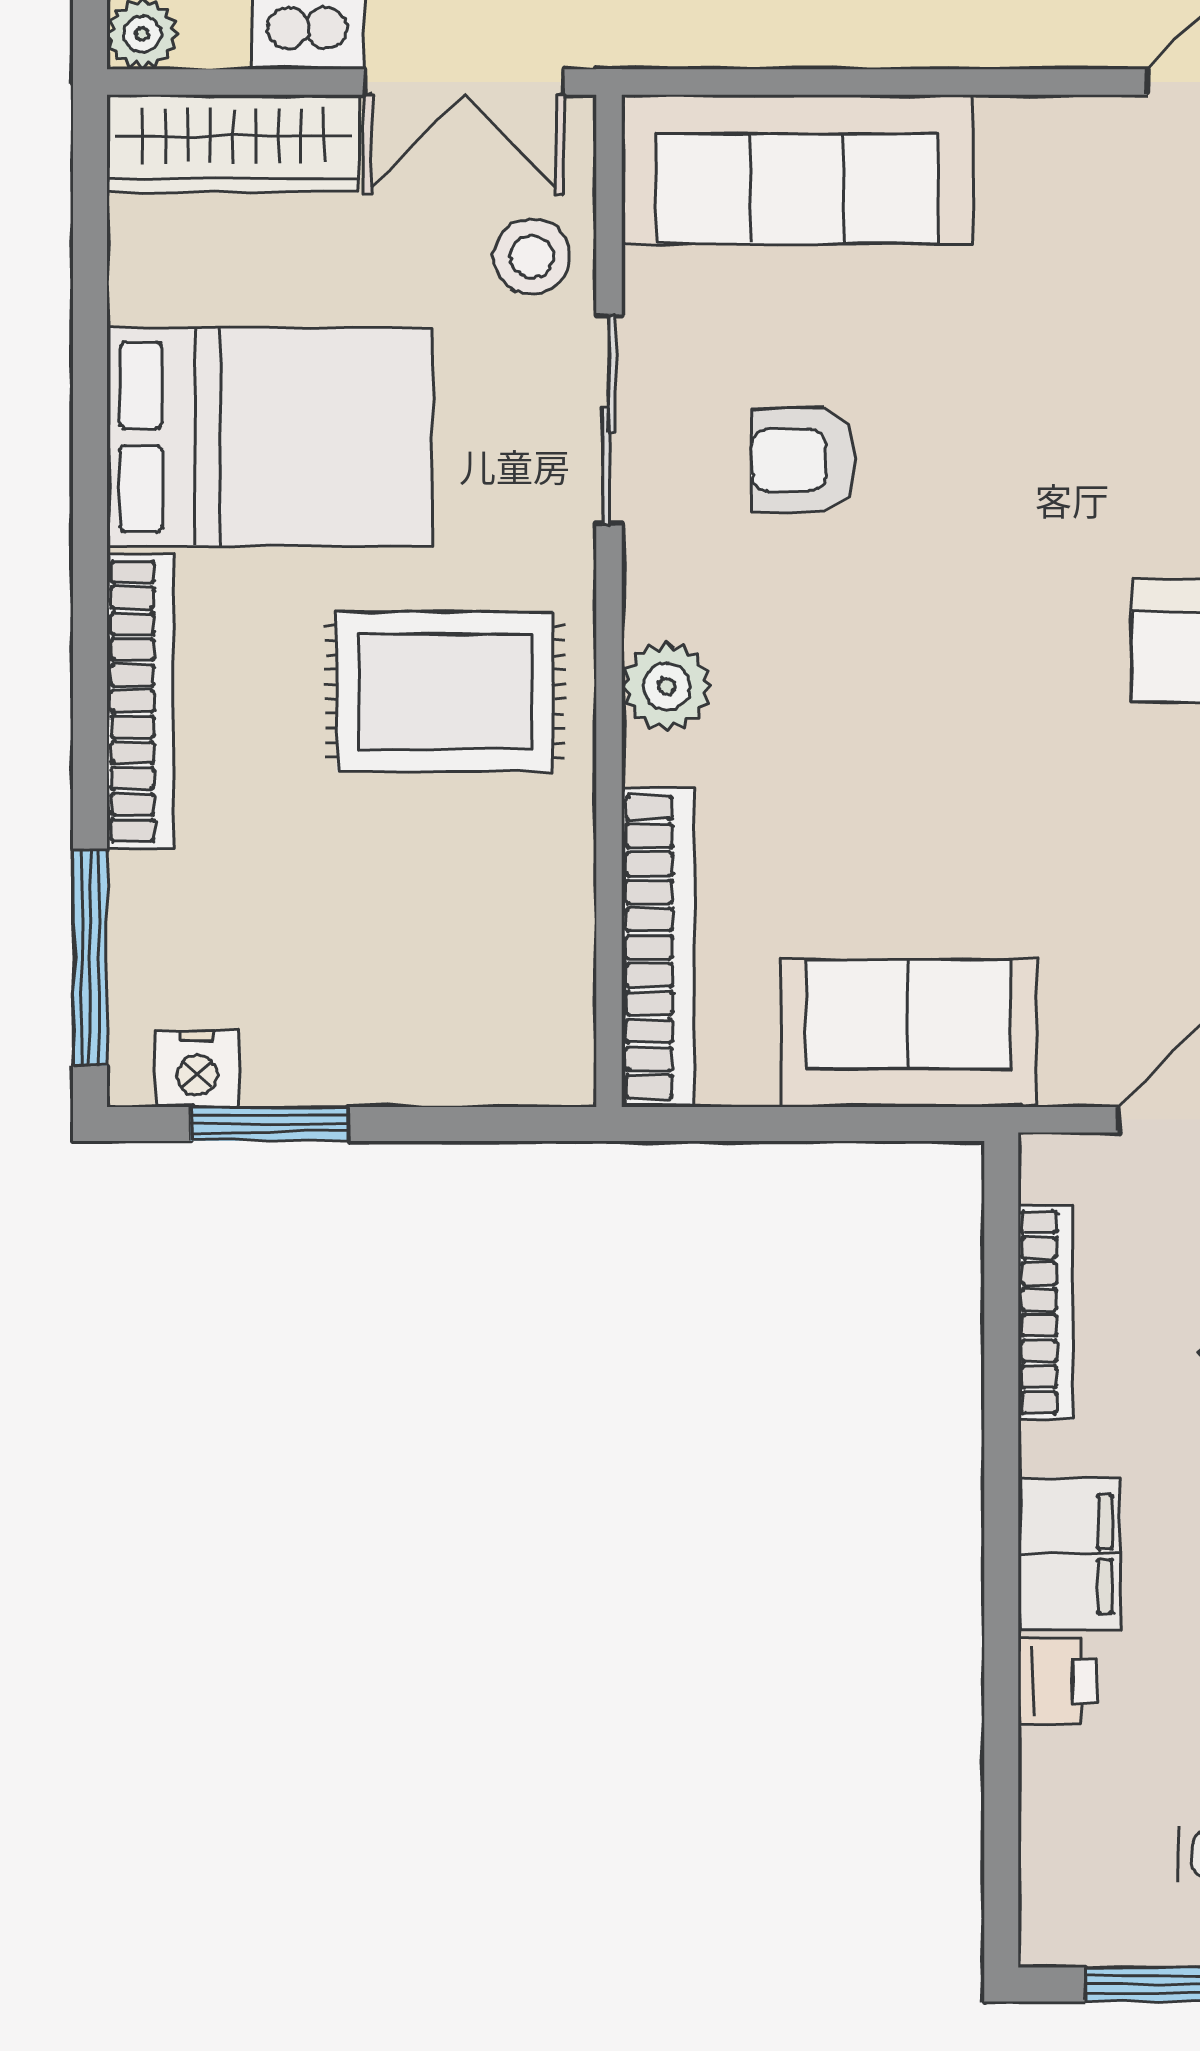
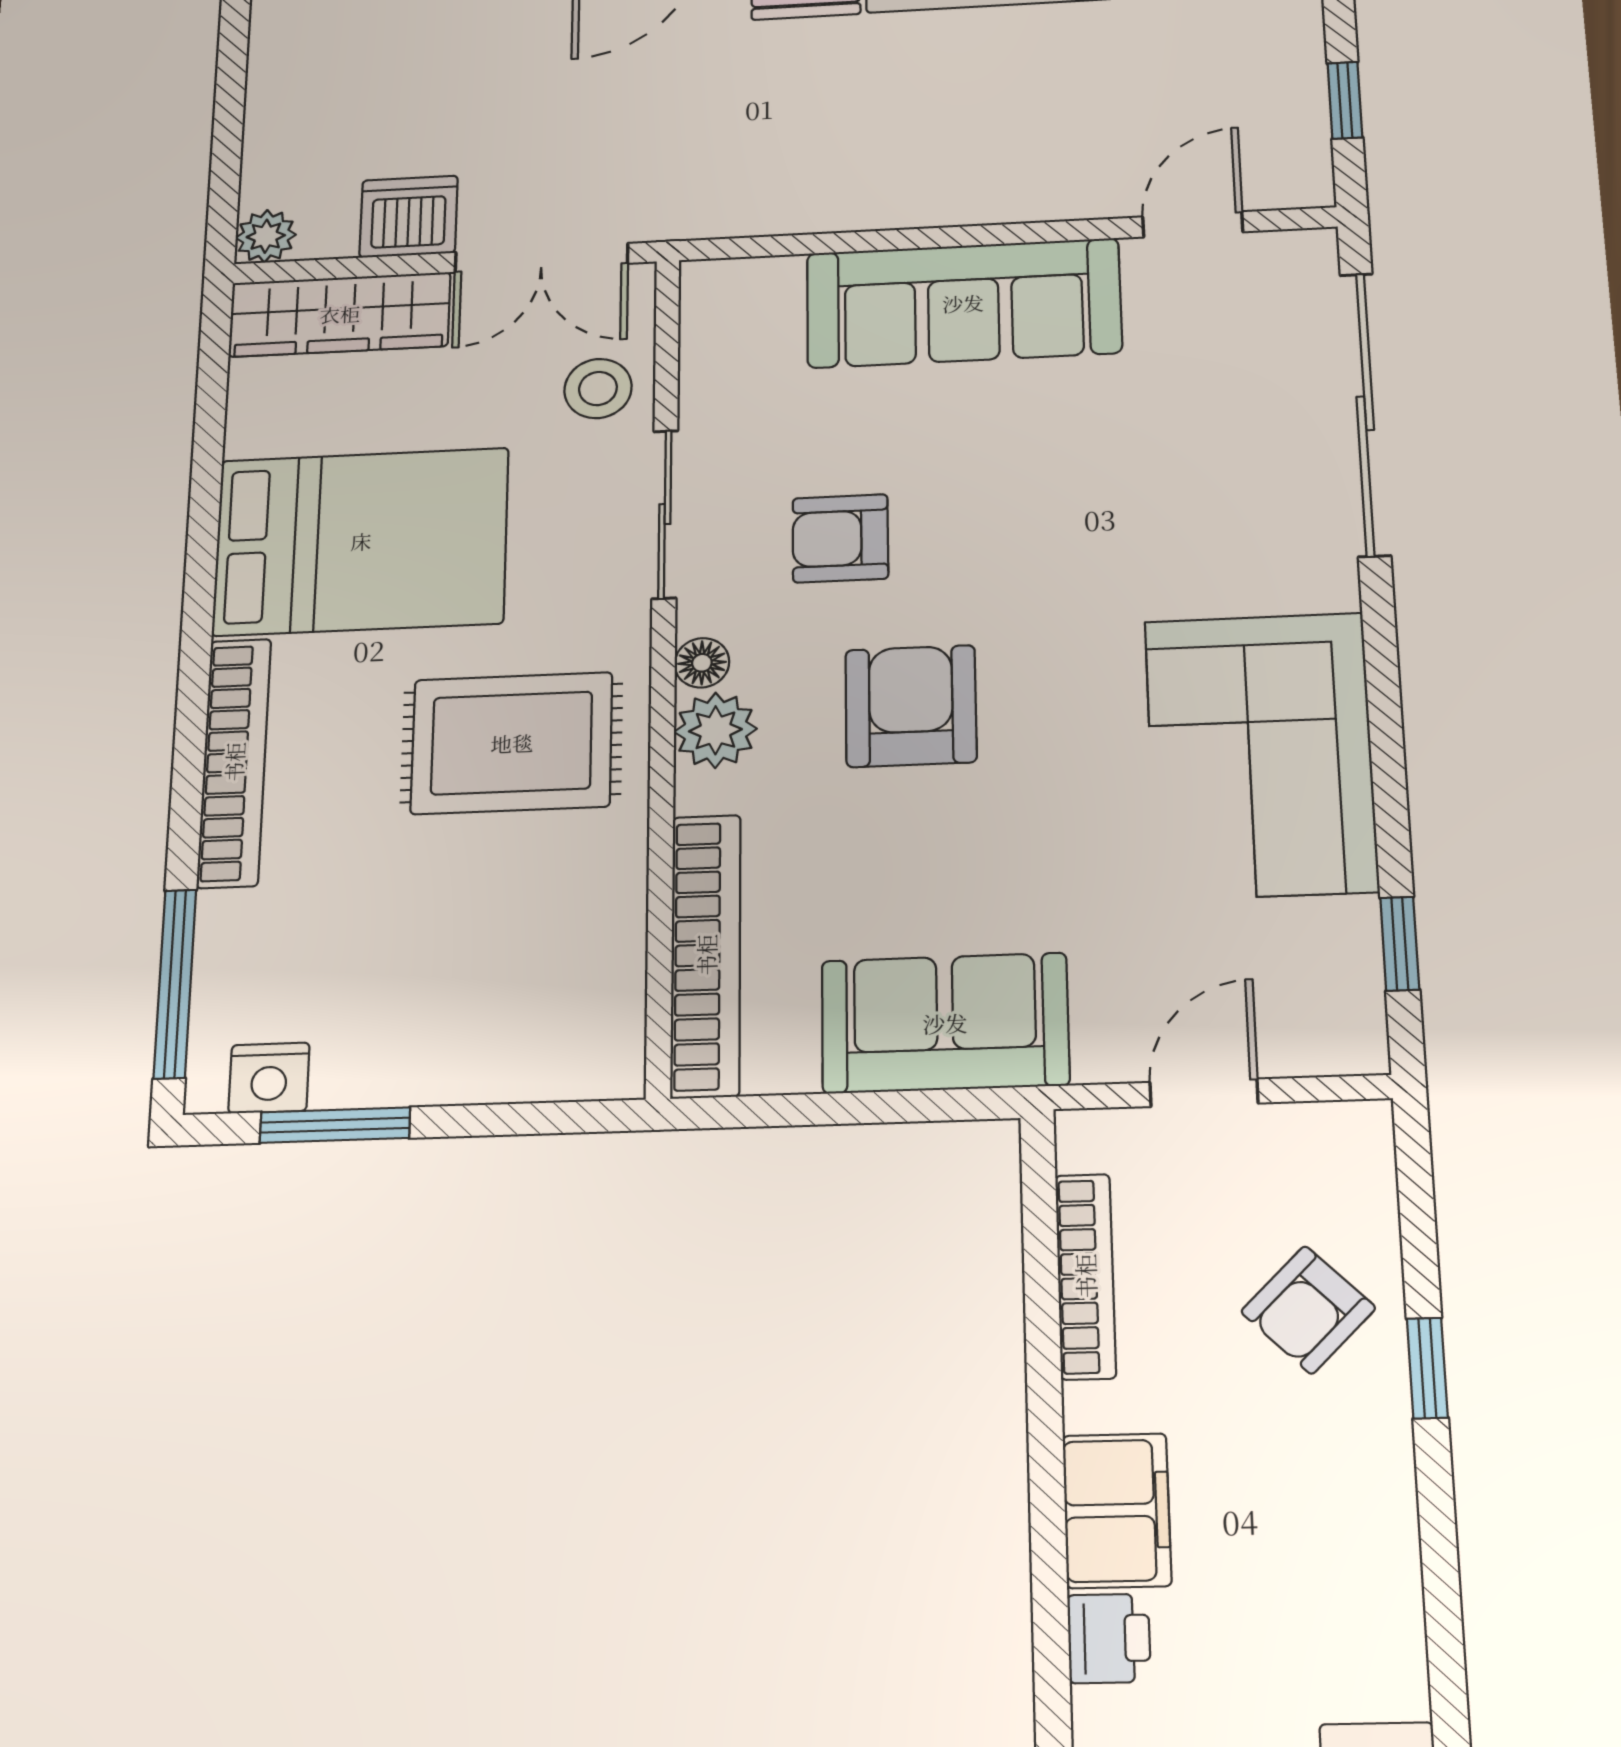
sofa: (797, 169) -> (963, 303), moved
floor lamp: (651, 605) -> (702, 663), added
armchair: (878, 667) -> (911, 706), added

